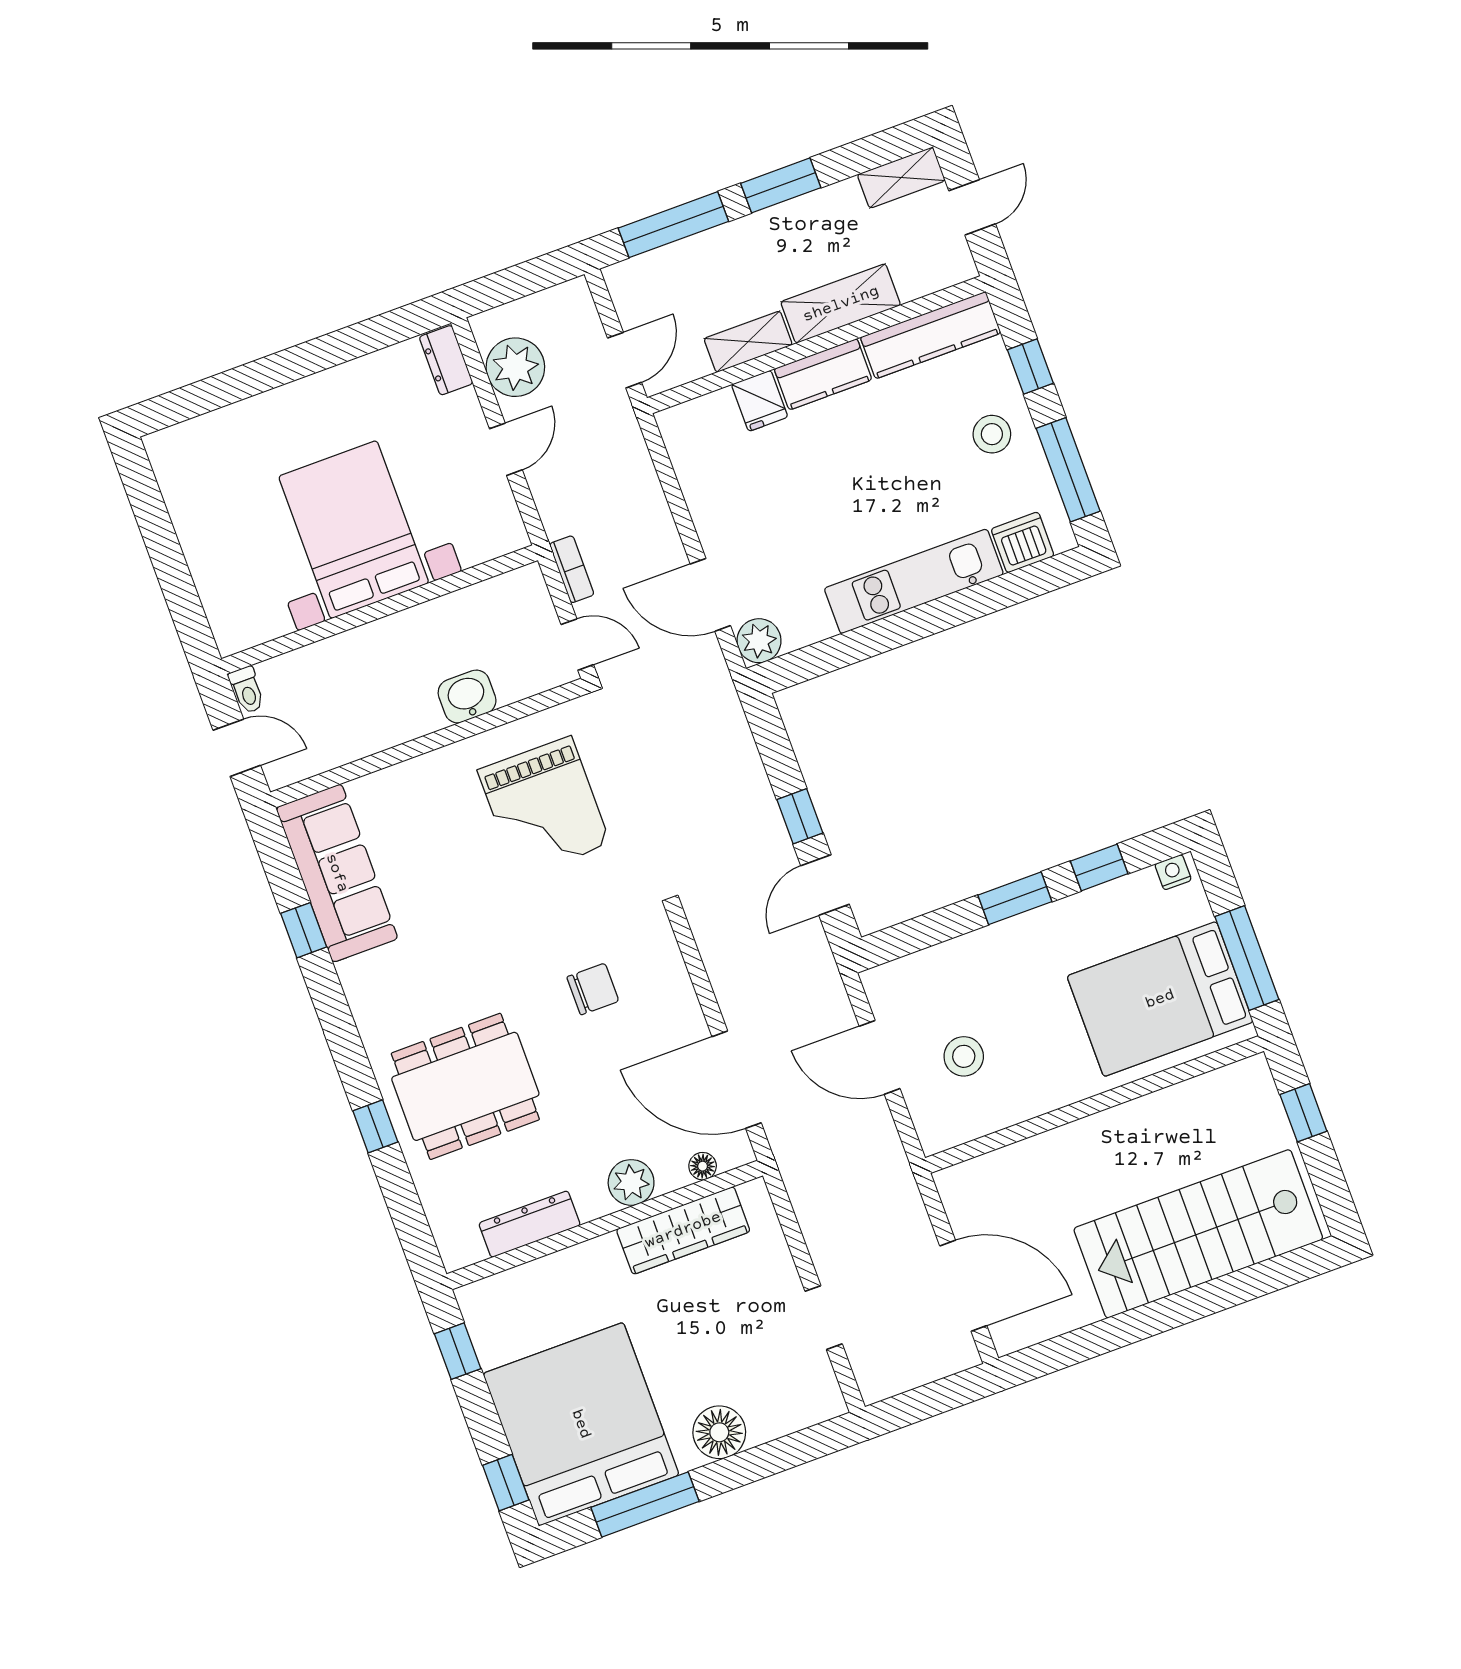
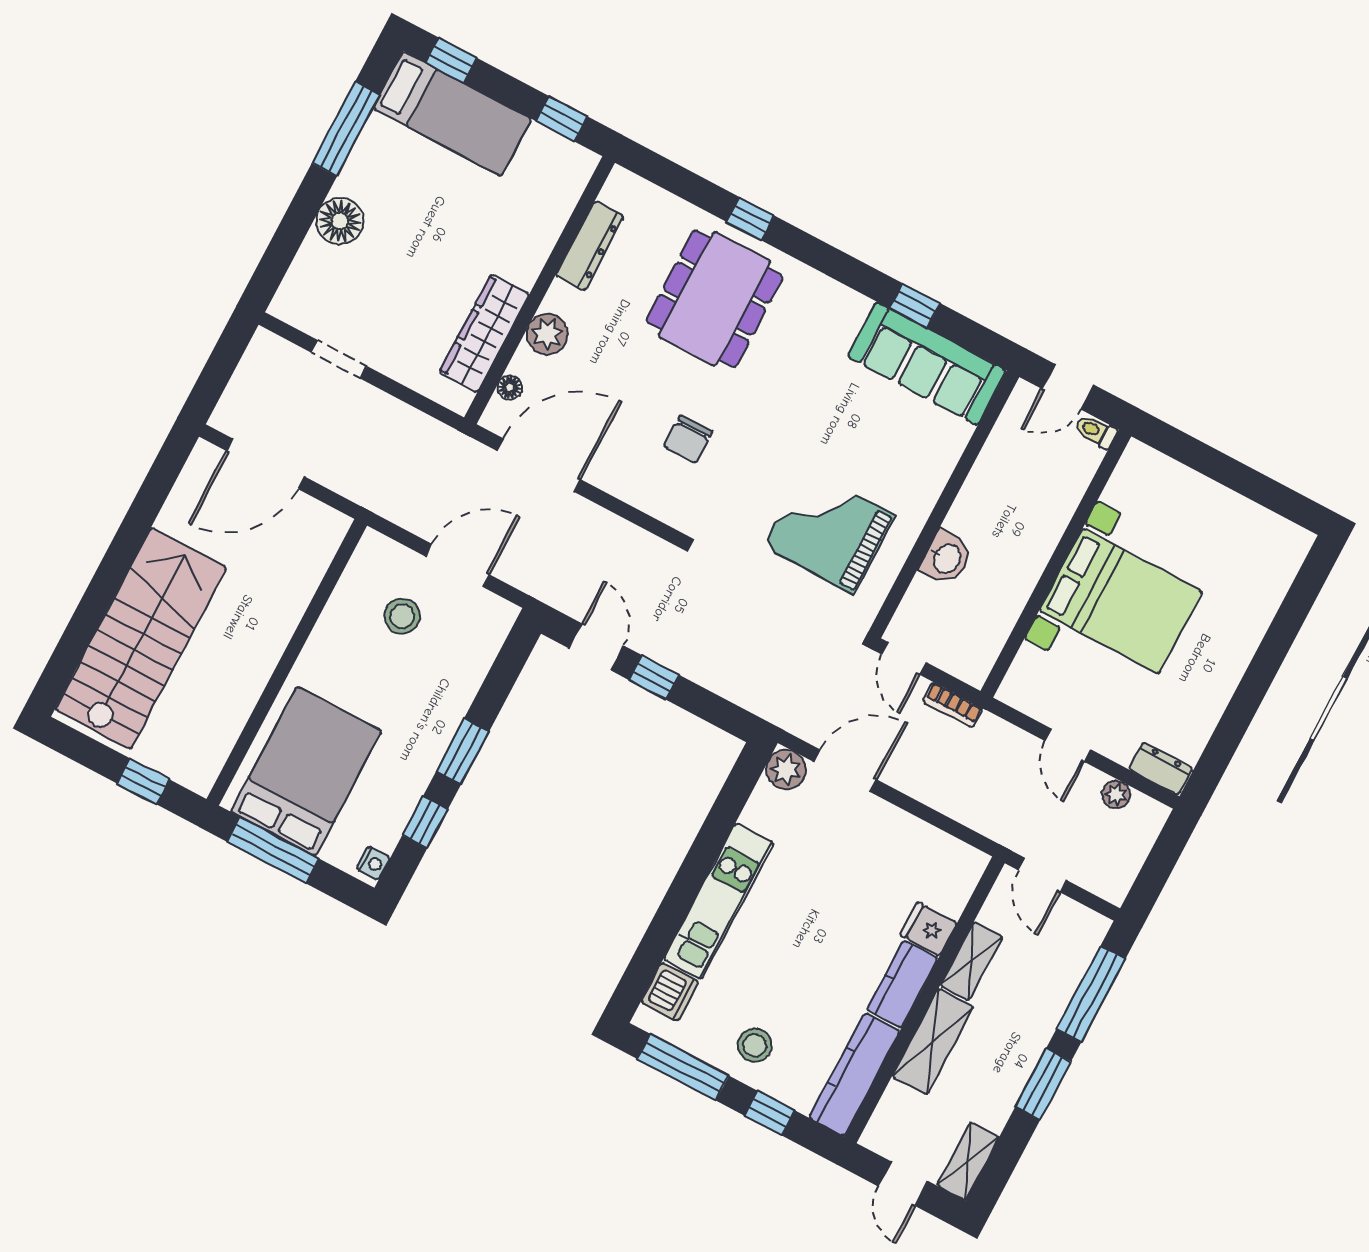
plant: (515, 367) -> (1116, 795), width x0.53, depth x0.53
door: (577, 645) -> (904, 658), hinge flipped
bed: (581, 1424) -> (452, 114), width x0.49

